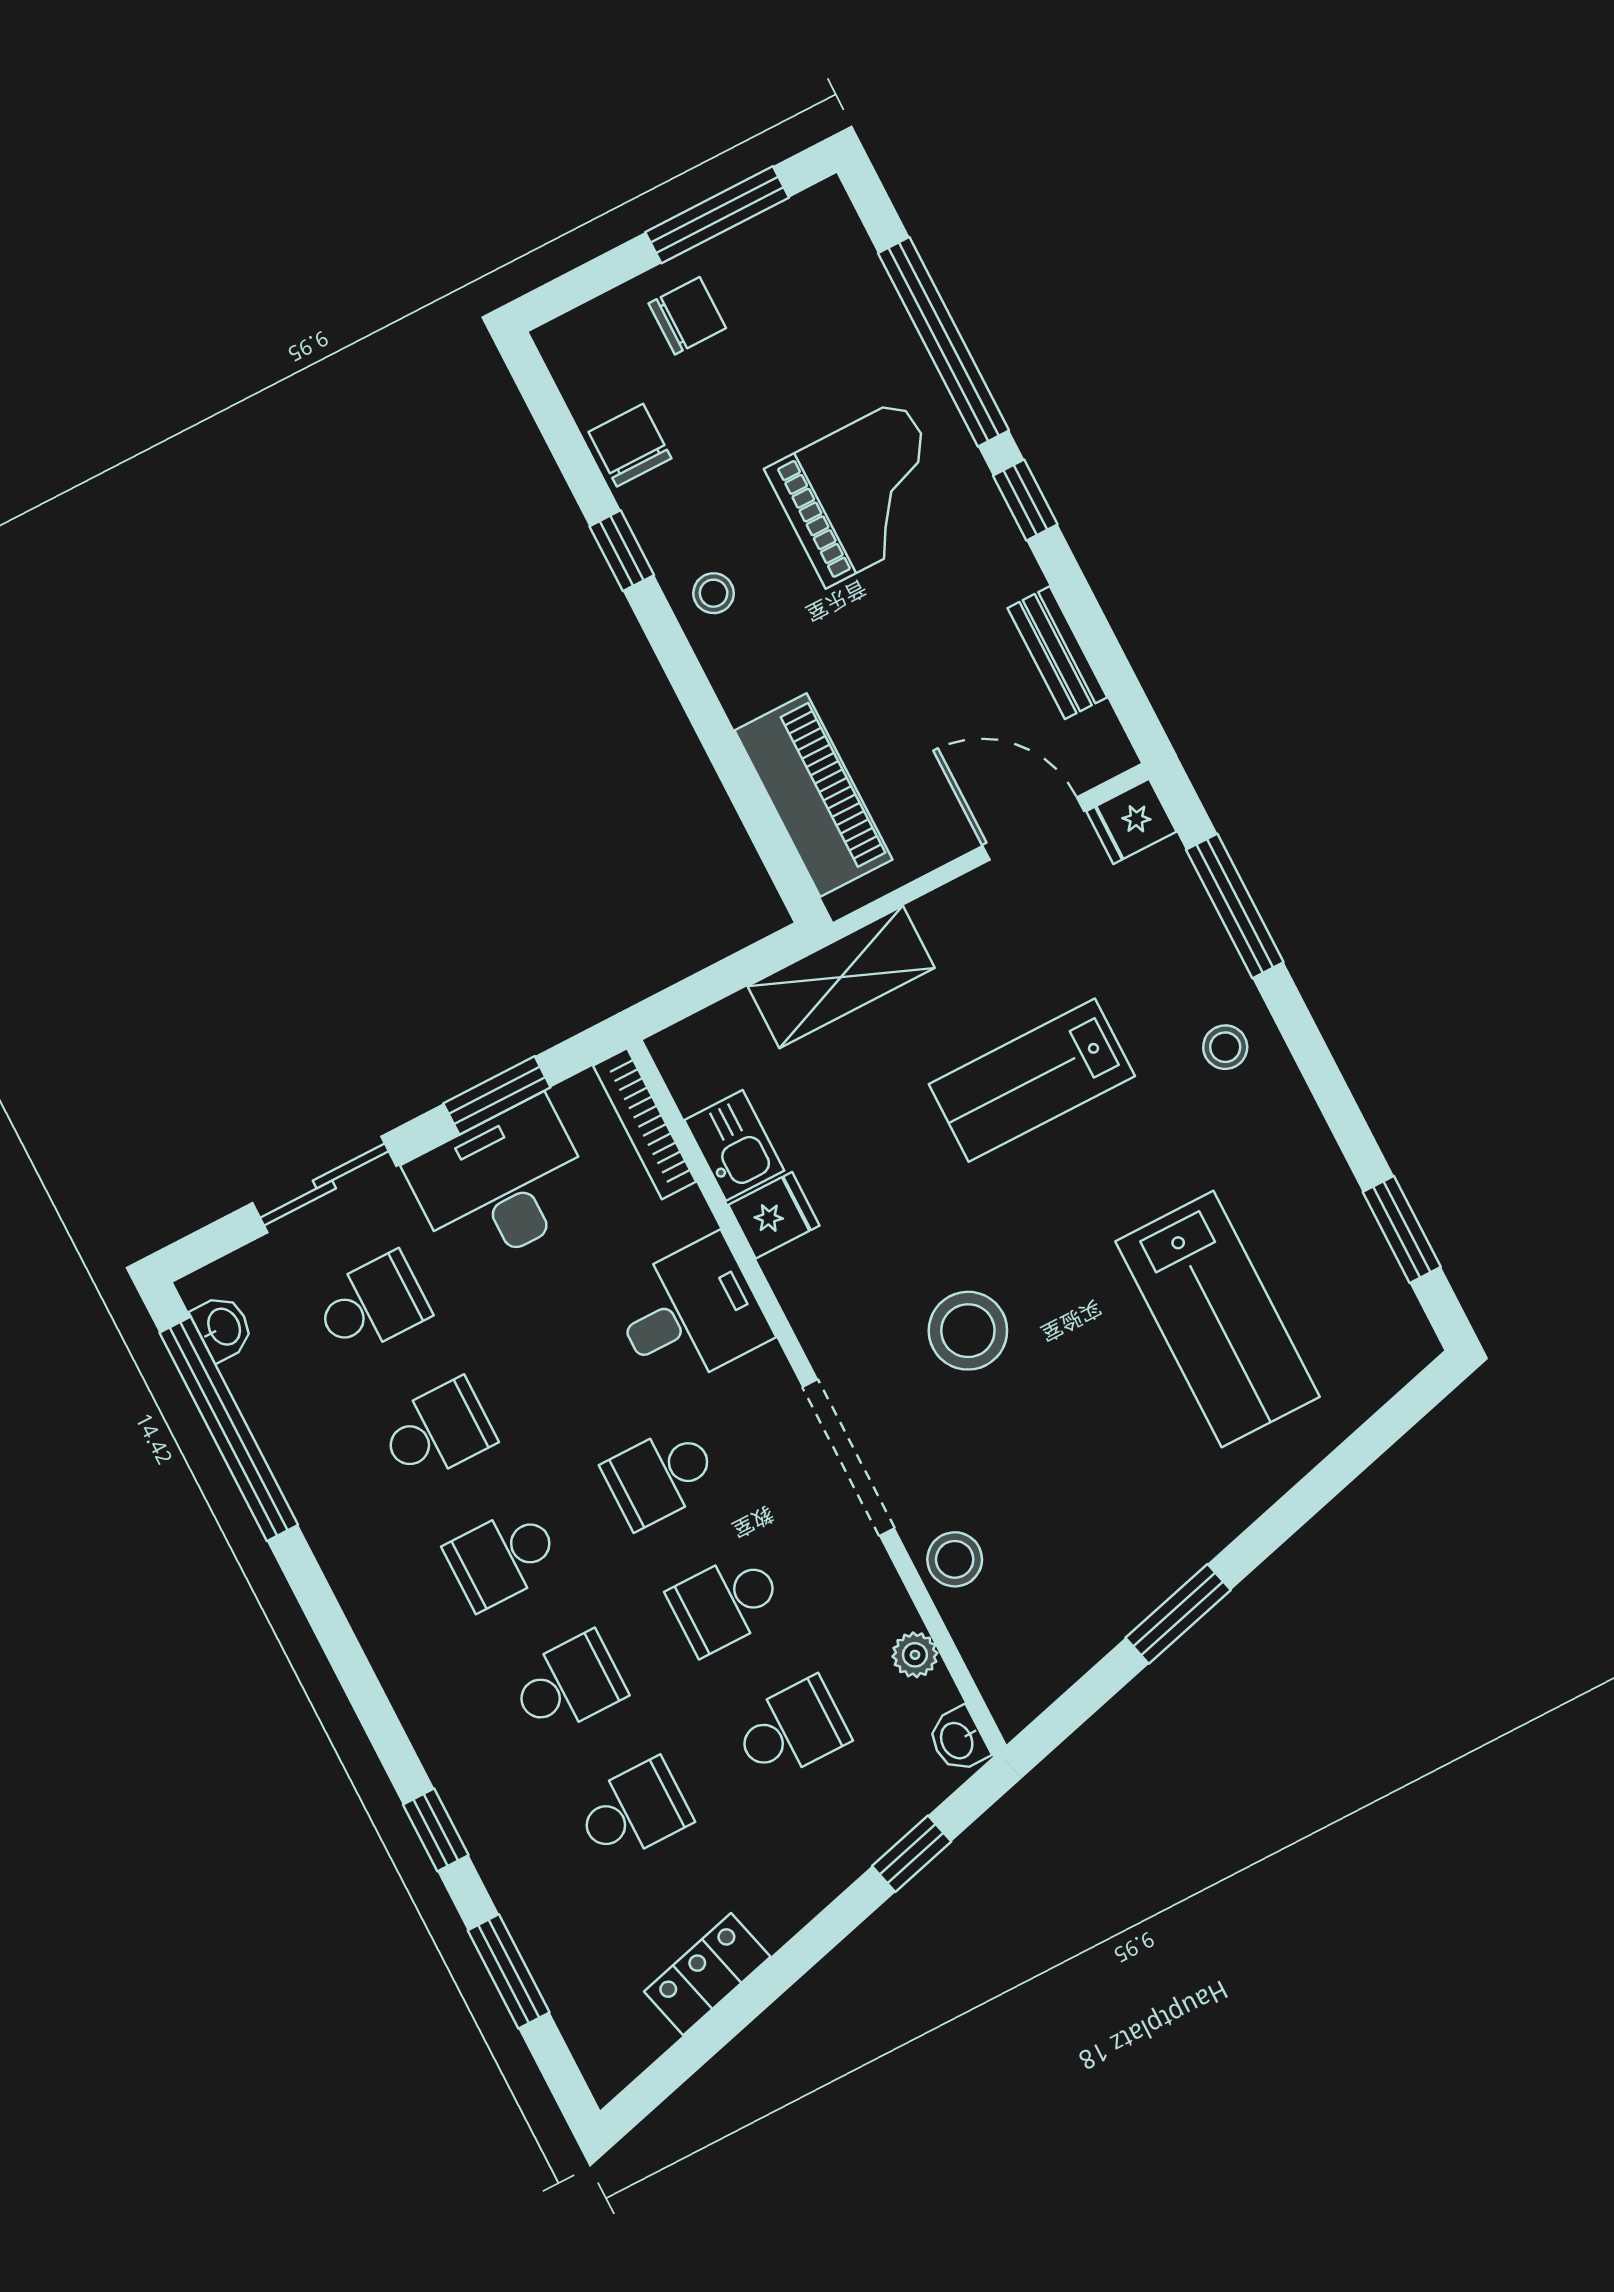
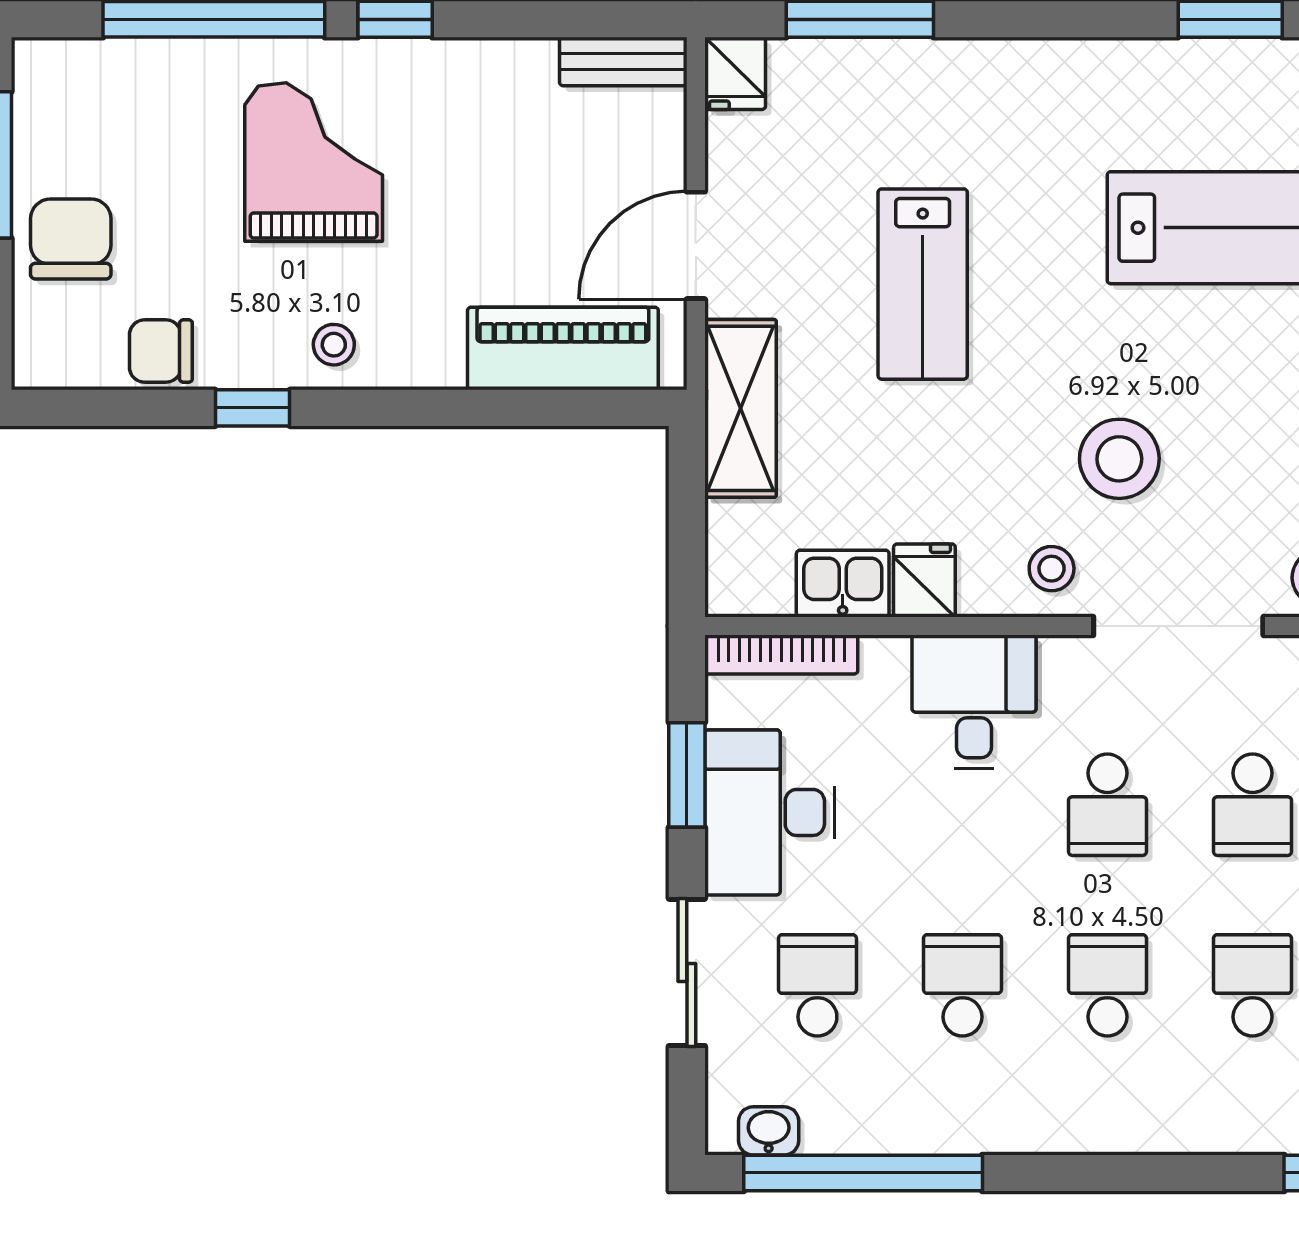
chair: (687, 316) -> (71, 239), width x1.37, depth x1.37
bench: (1057, 653) -> (623, 62), moved
door: (1033, 829) -> (696, 245), moved
stool: (1225, 1047) -> (1052, 569), moved
school desk: (503, 1558) -> (1107, 985), turned 180

